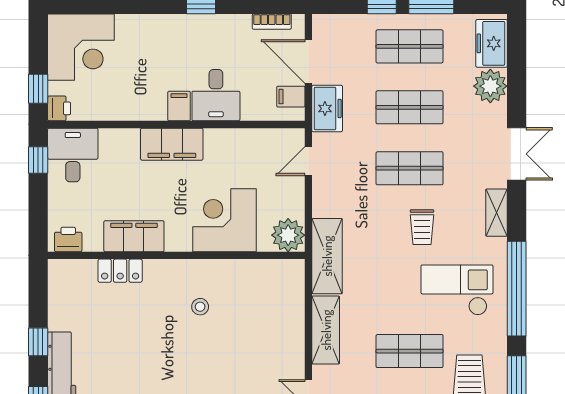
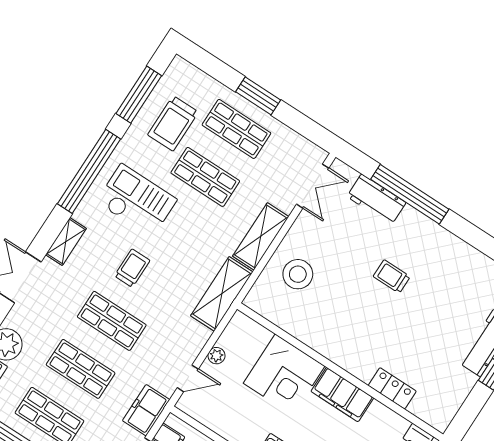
plant: (288, 235) -> (216, 356), moved, width x0.53, depth x0.53
filing cabinet: (134, 236) -> (342, 395), moved
checkout: (457, 290) -> (137, 201), turned 180
stool: (200, 307) -> (298, 274), moved, width x1.89, depth x1.89
trolley: (185, 370) -> (392, 276), added

